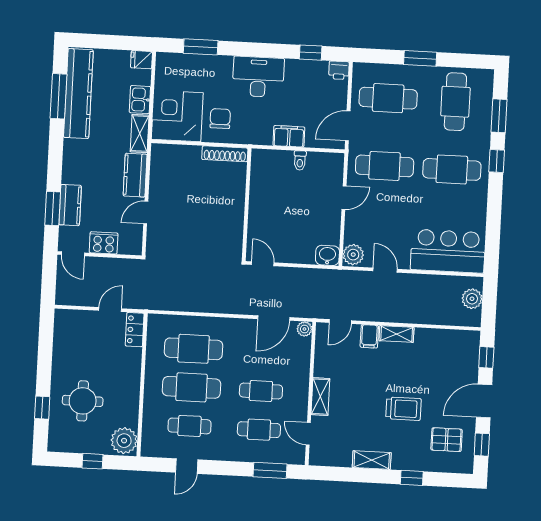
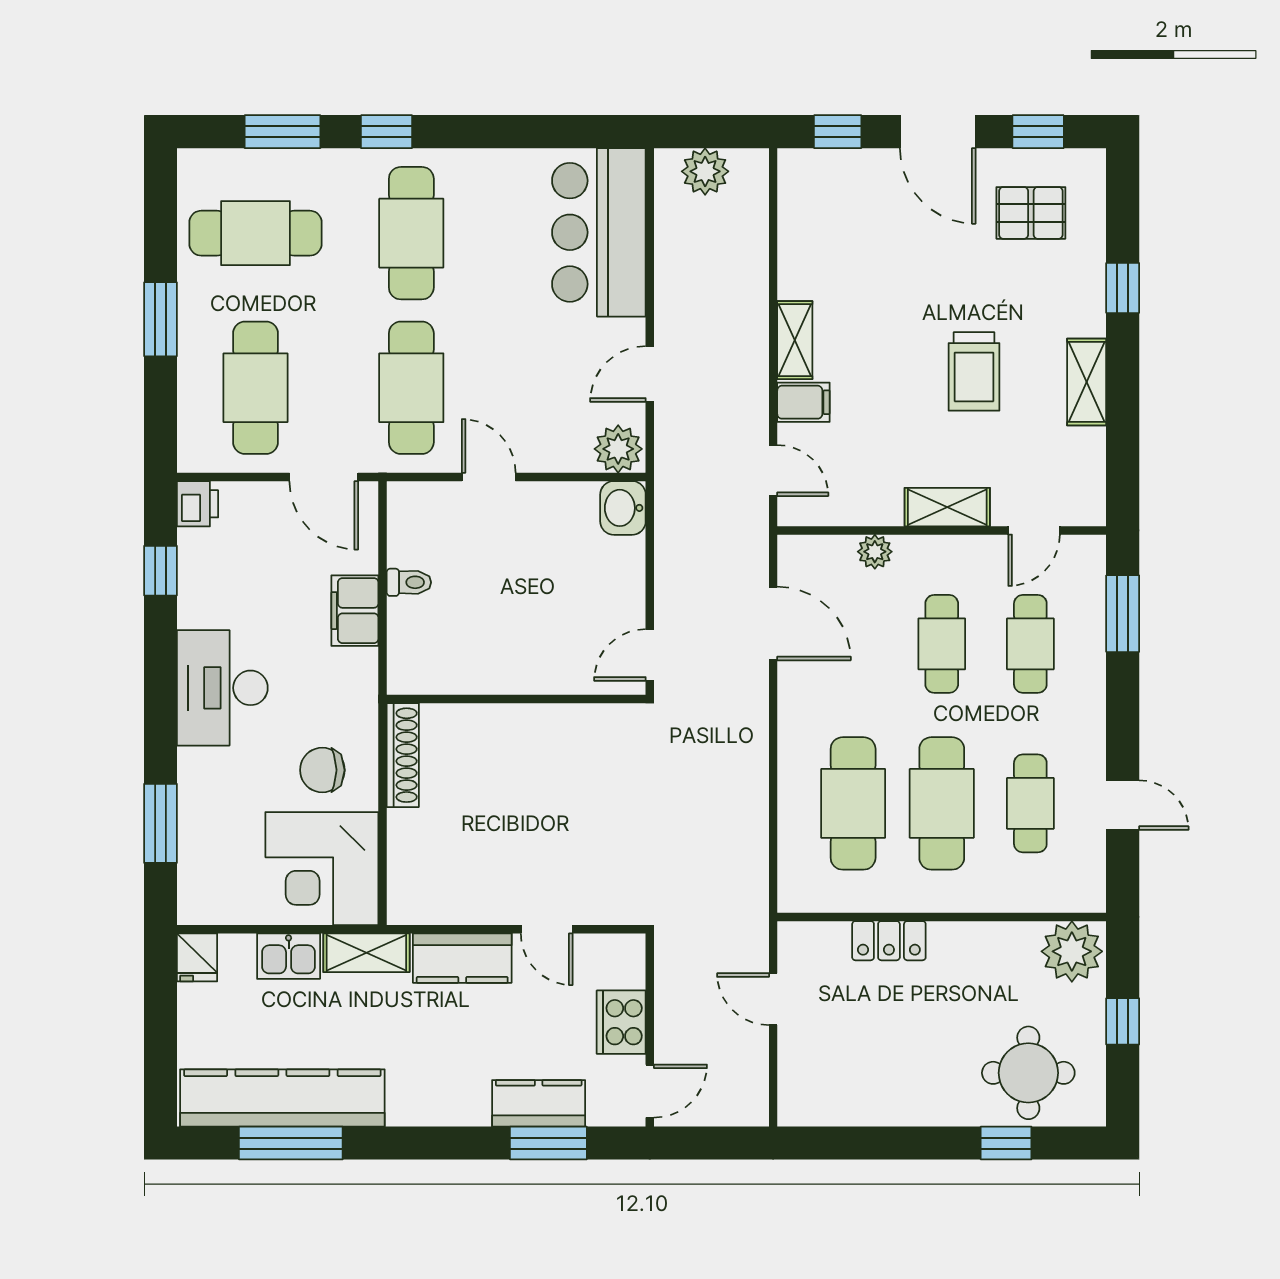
plant: (304, 329) -> (875, 552), moved
locker: (135, 330) -> (889, 941), moved
round table: (83, 401) -> (1028, 1073), moved
trolley: (403, 409) -> (974, 371), moved, turned 180
pallet: (447, 440) -> (1031, 213), turned 90

